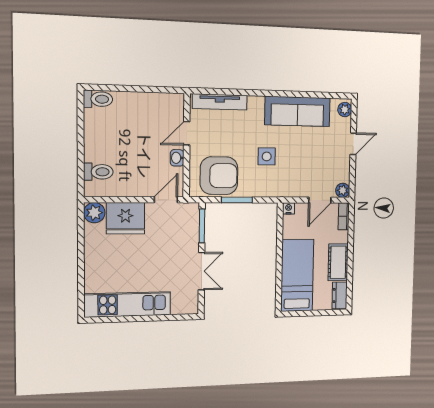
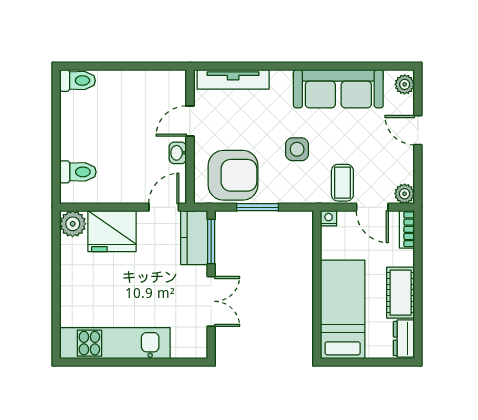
door: (353, 144) -> (418, 130), swing flipped
coffee table: (299, 182) -> (342, 183), added
door: (320, 200) -> (372, 207), hinge flipped
kitchen counter: (189, 223) -> (194, 238), added

